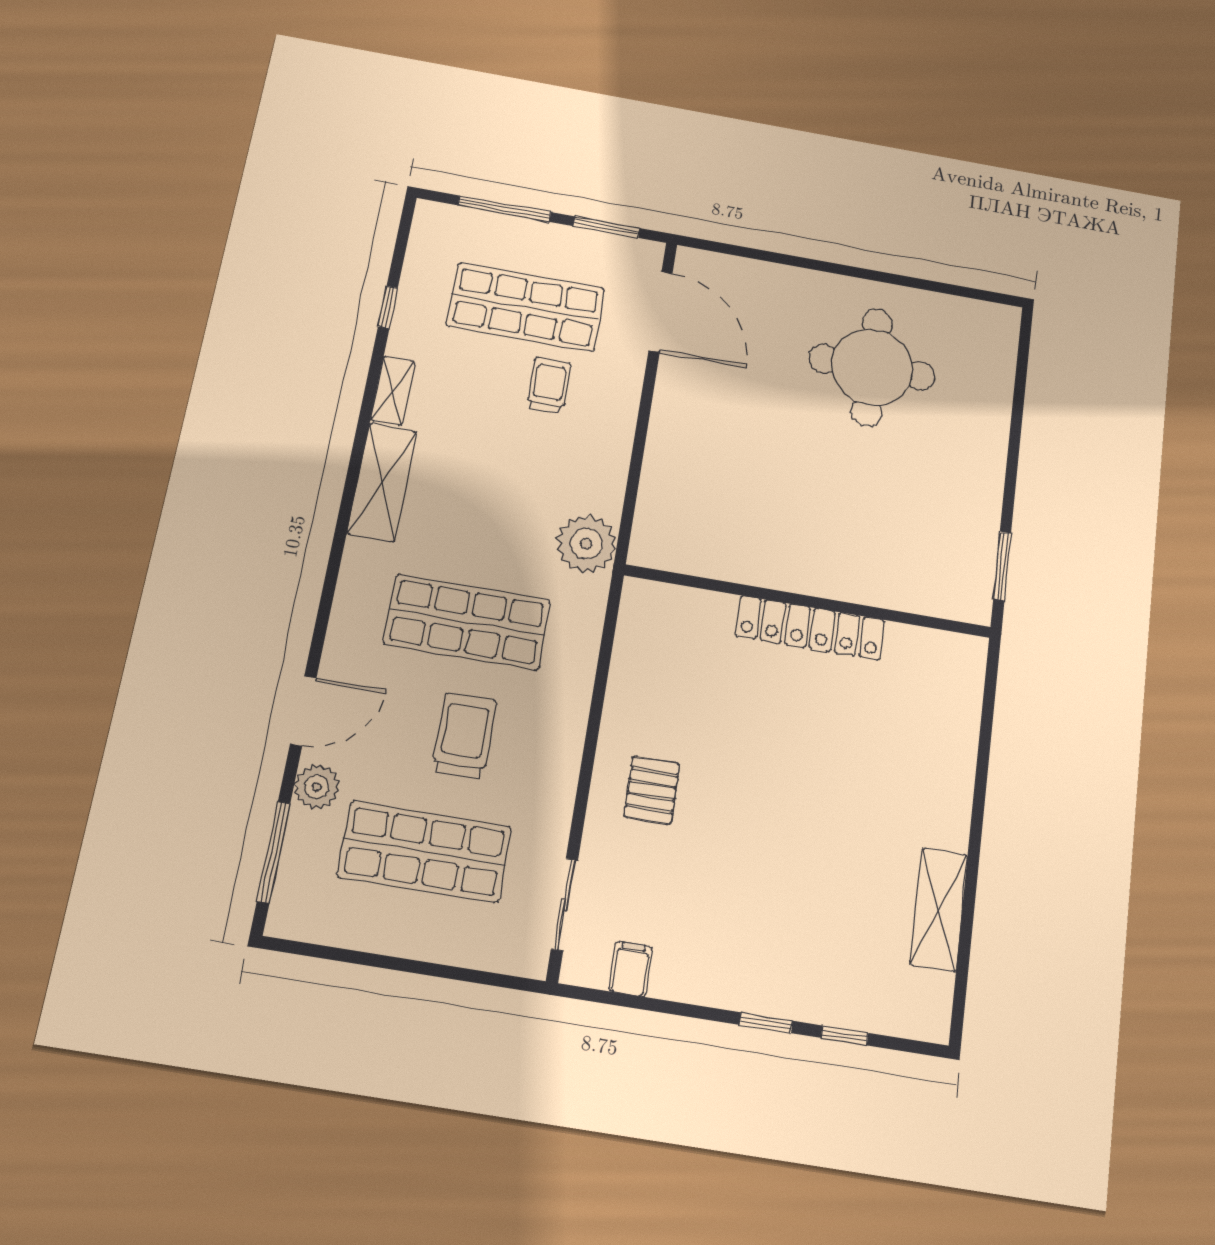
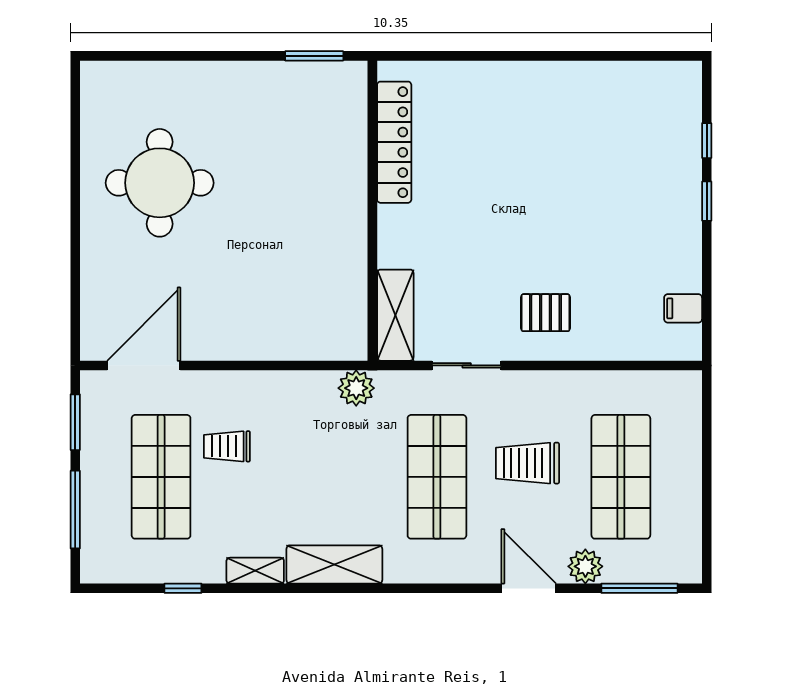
plant: (586, 544) -> (356, 388), width x0.73, depth x0.73
locker: (810, 628) -> (394, 142), moved
sliding door: (564, 904) -> (467, 365), moved
shelving: (939, 909) -> (395, 315), moved, turned 90

